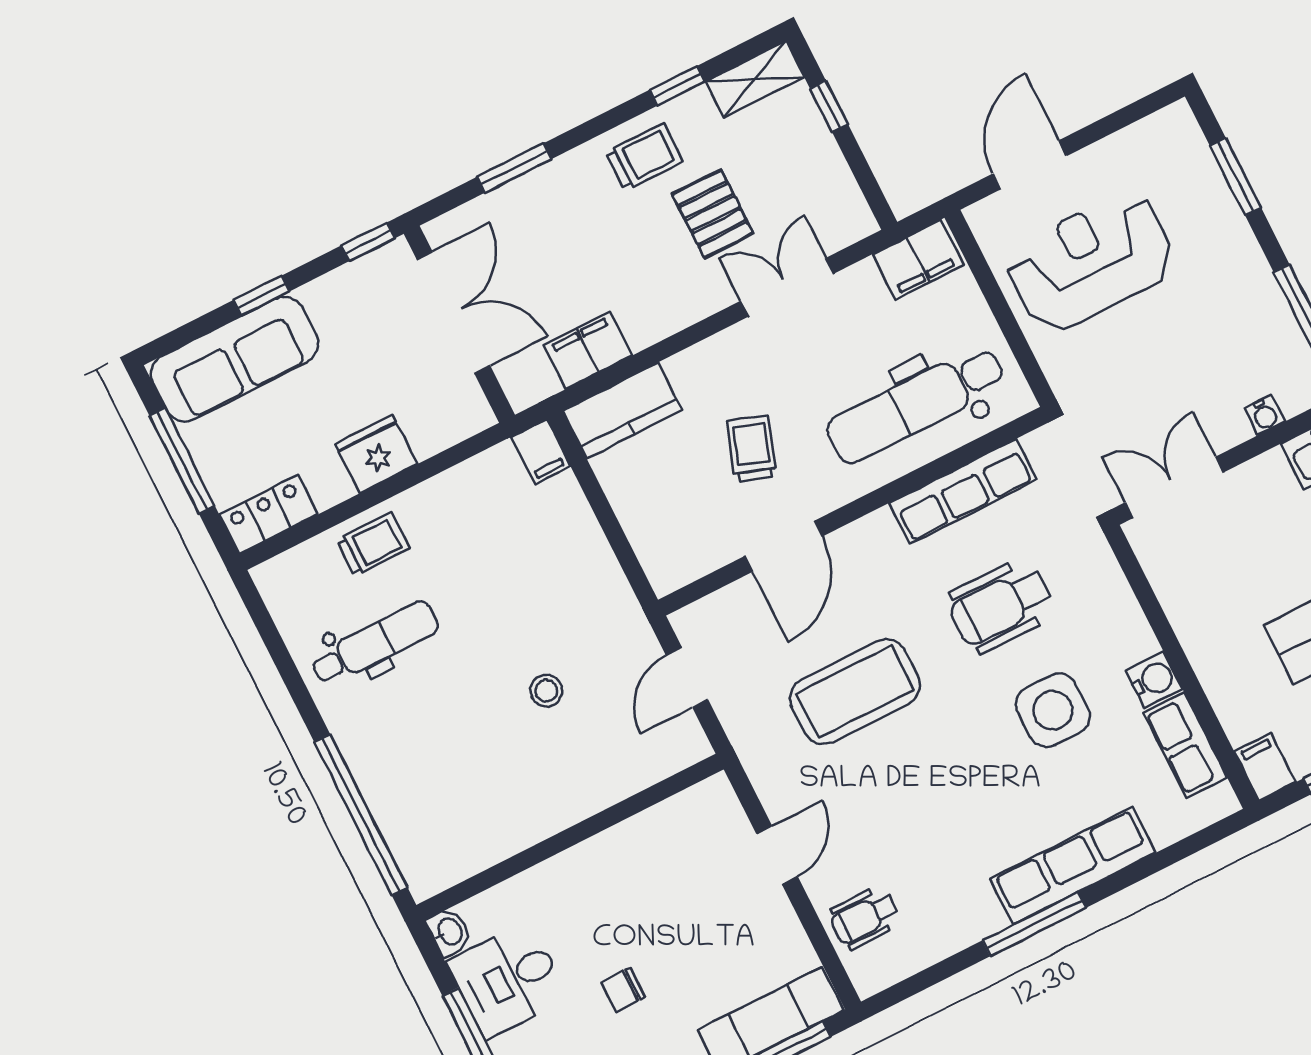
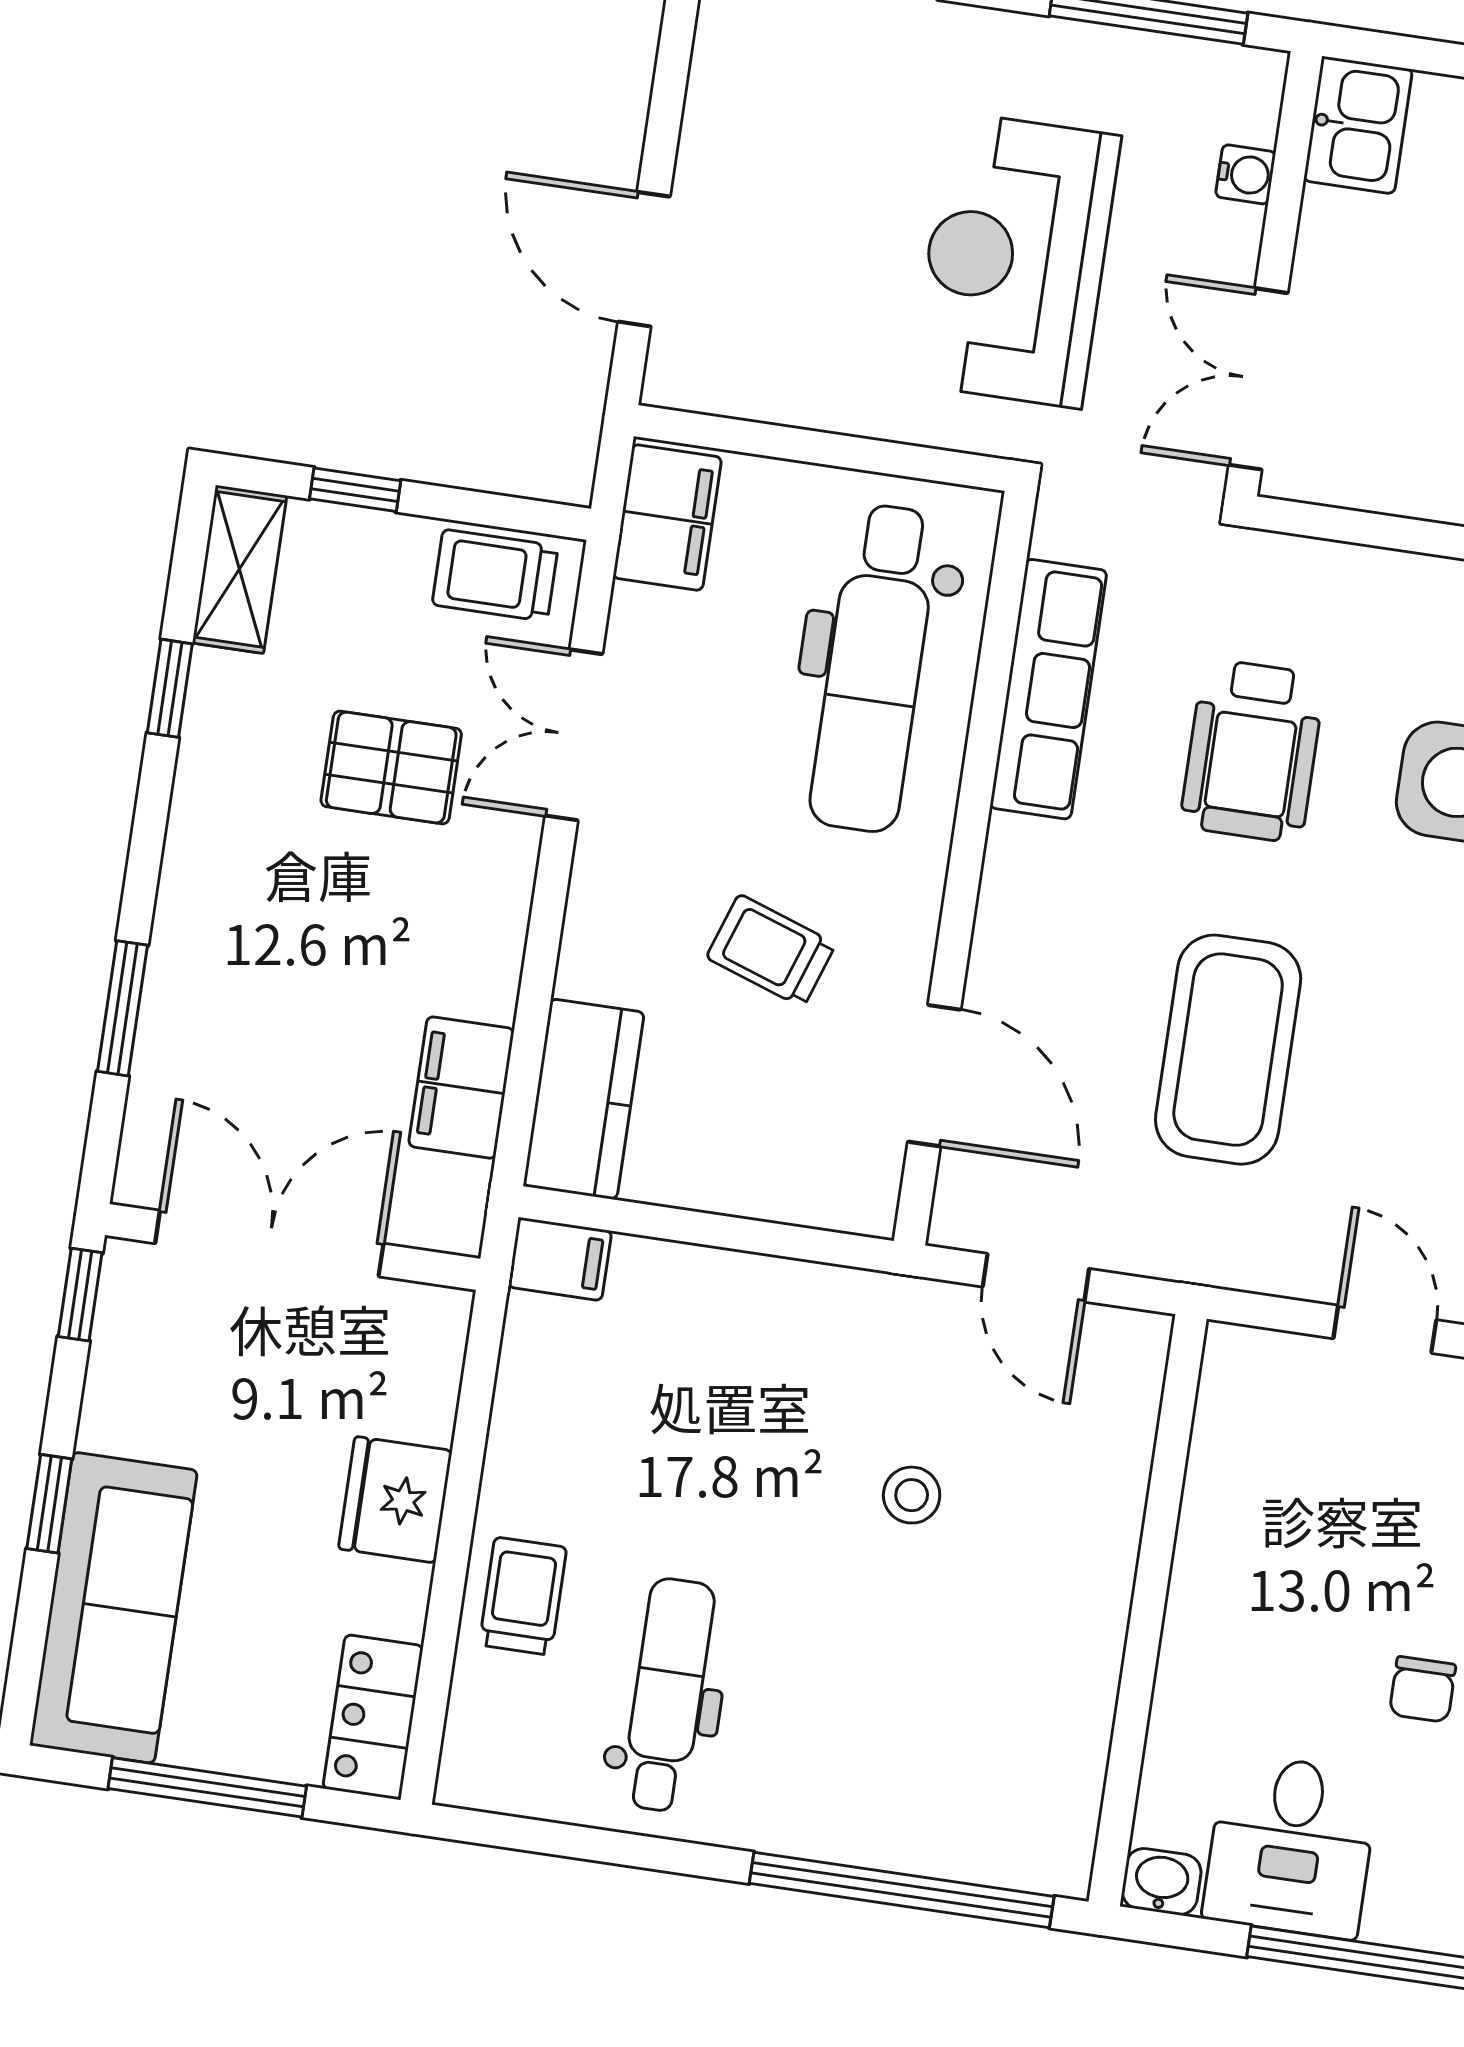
trolley: (644, 157) -> (495, 575), moved, turned -90
reception desk: (1091, 262) -> (1015, 260), moved
door: (783, 546) -> (934, 1076), moved

